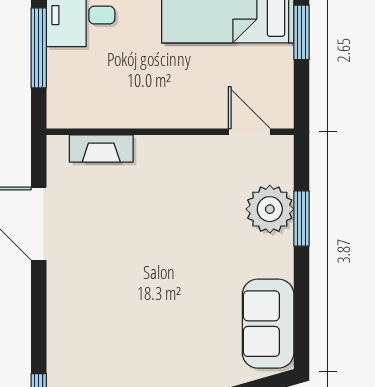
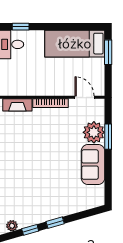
bookcase: (174, 145) -> (51, 103), added
sofa: (268, 324) -> (93, 165), moved

